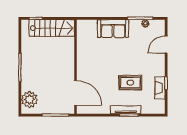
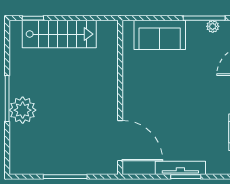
wall: (76, 67) -> (120, 97), moved
rug: (130, 83) -> (188, 123), removed
door: (76, 93) -> (120, 141), moved
plant: (29, 100) -> (23, 110), moved

